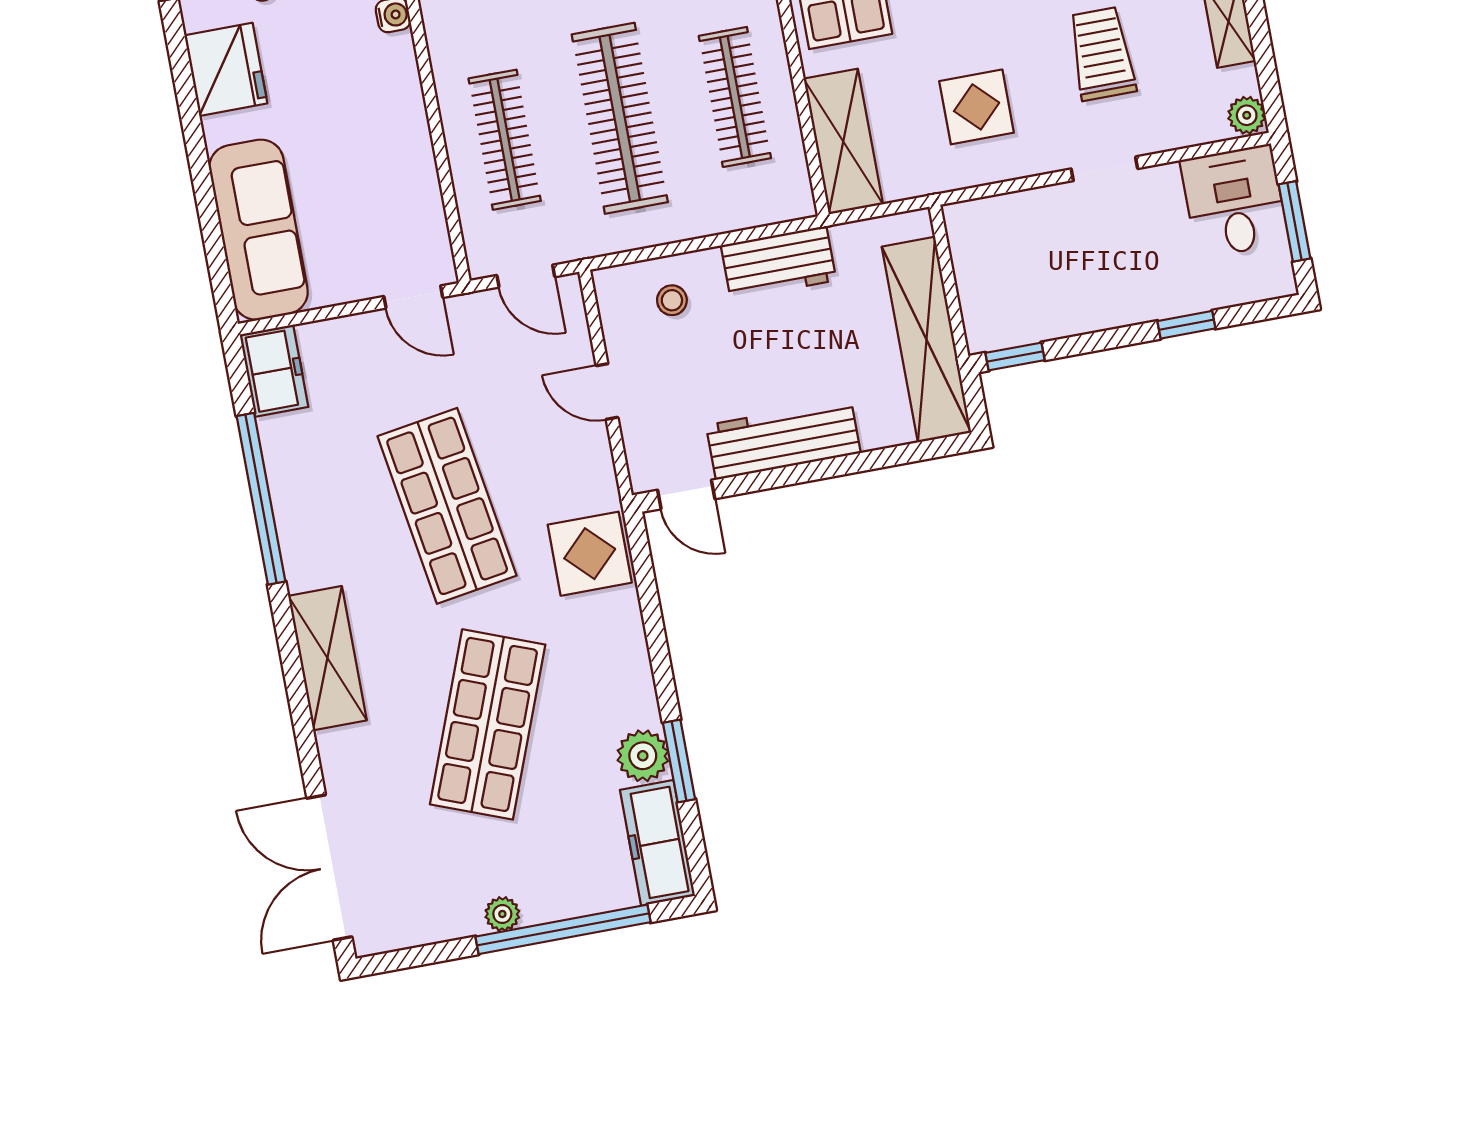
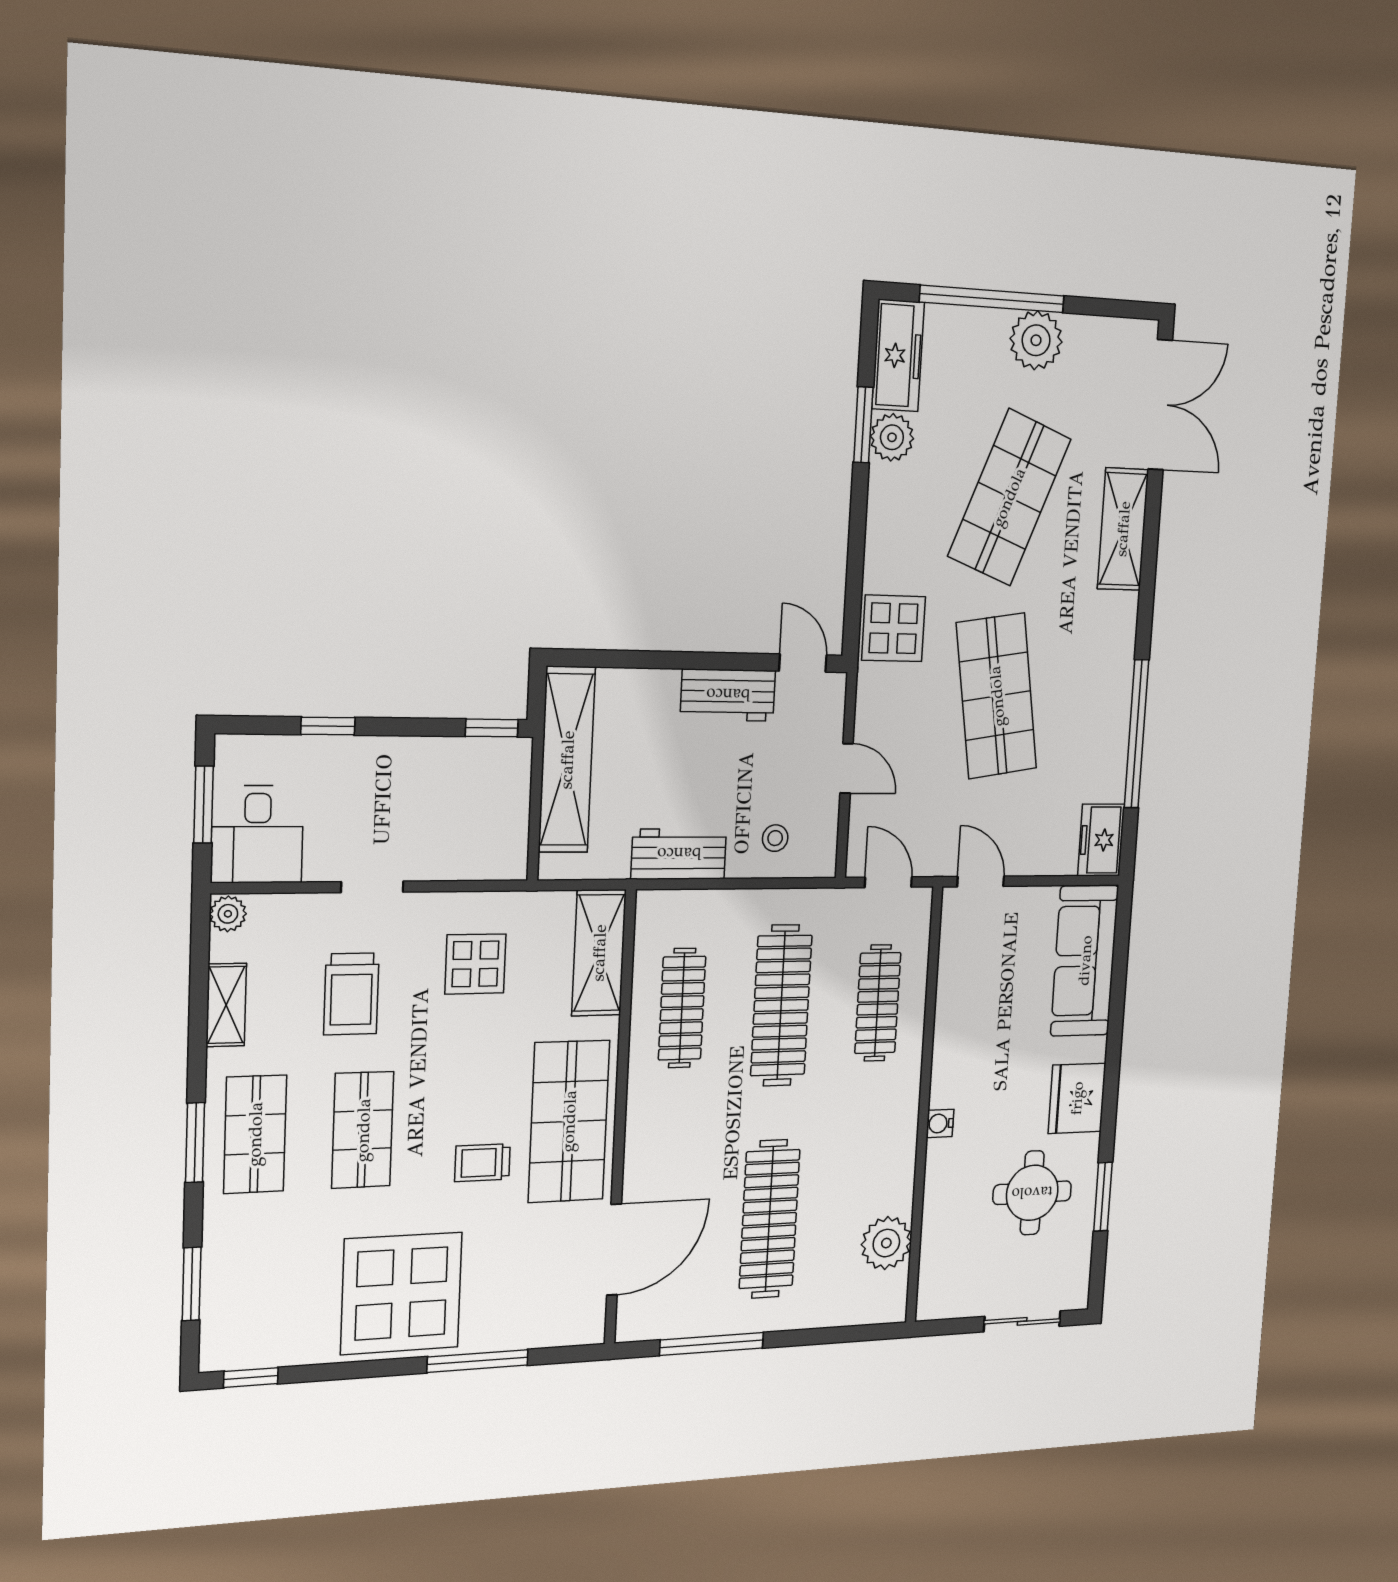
workbench: (783, 439) -> (728, 695), width x0.73
shelving: (327, 658) -> (1123, 529), moved
plant: (502, 914) -> (1036, 340), width x1.88, depth x1.88

